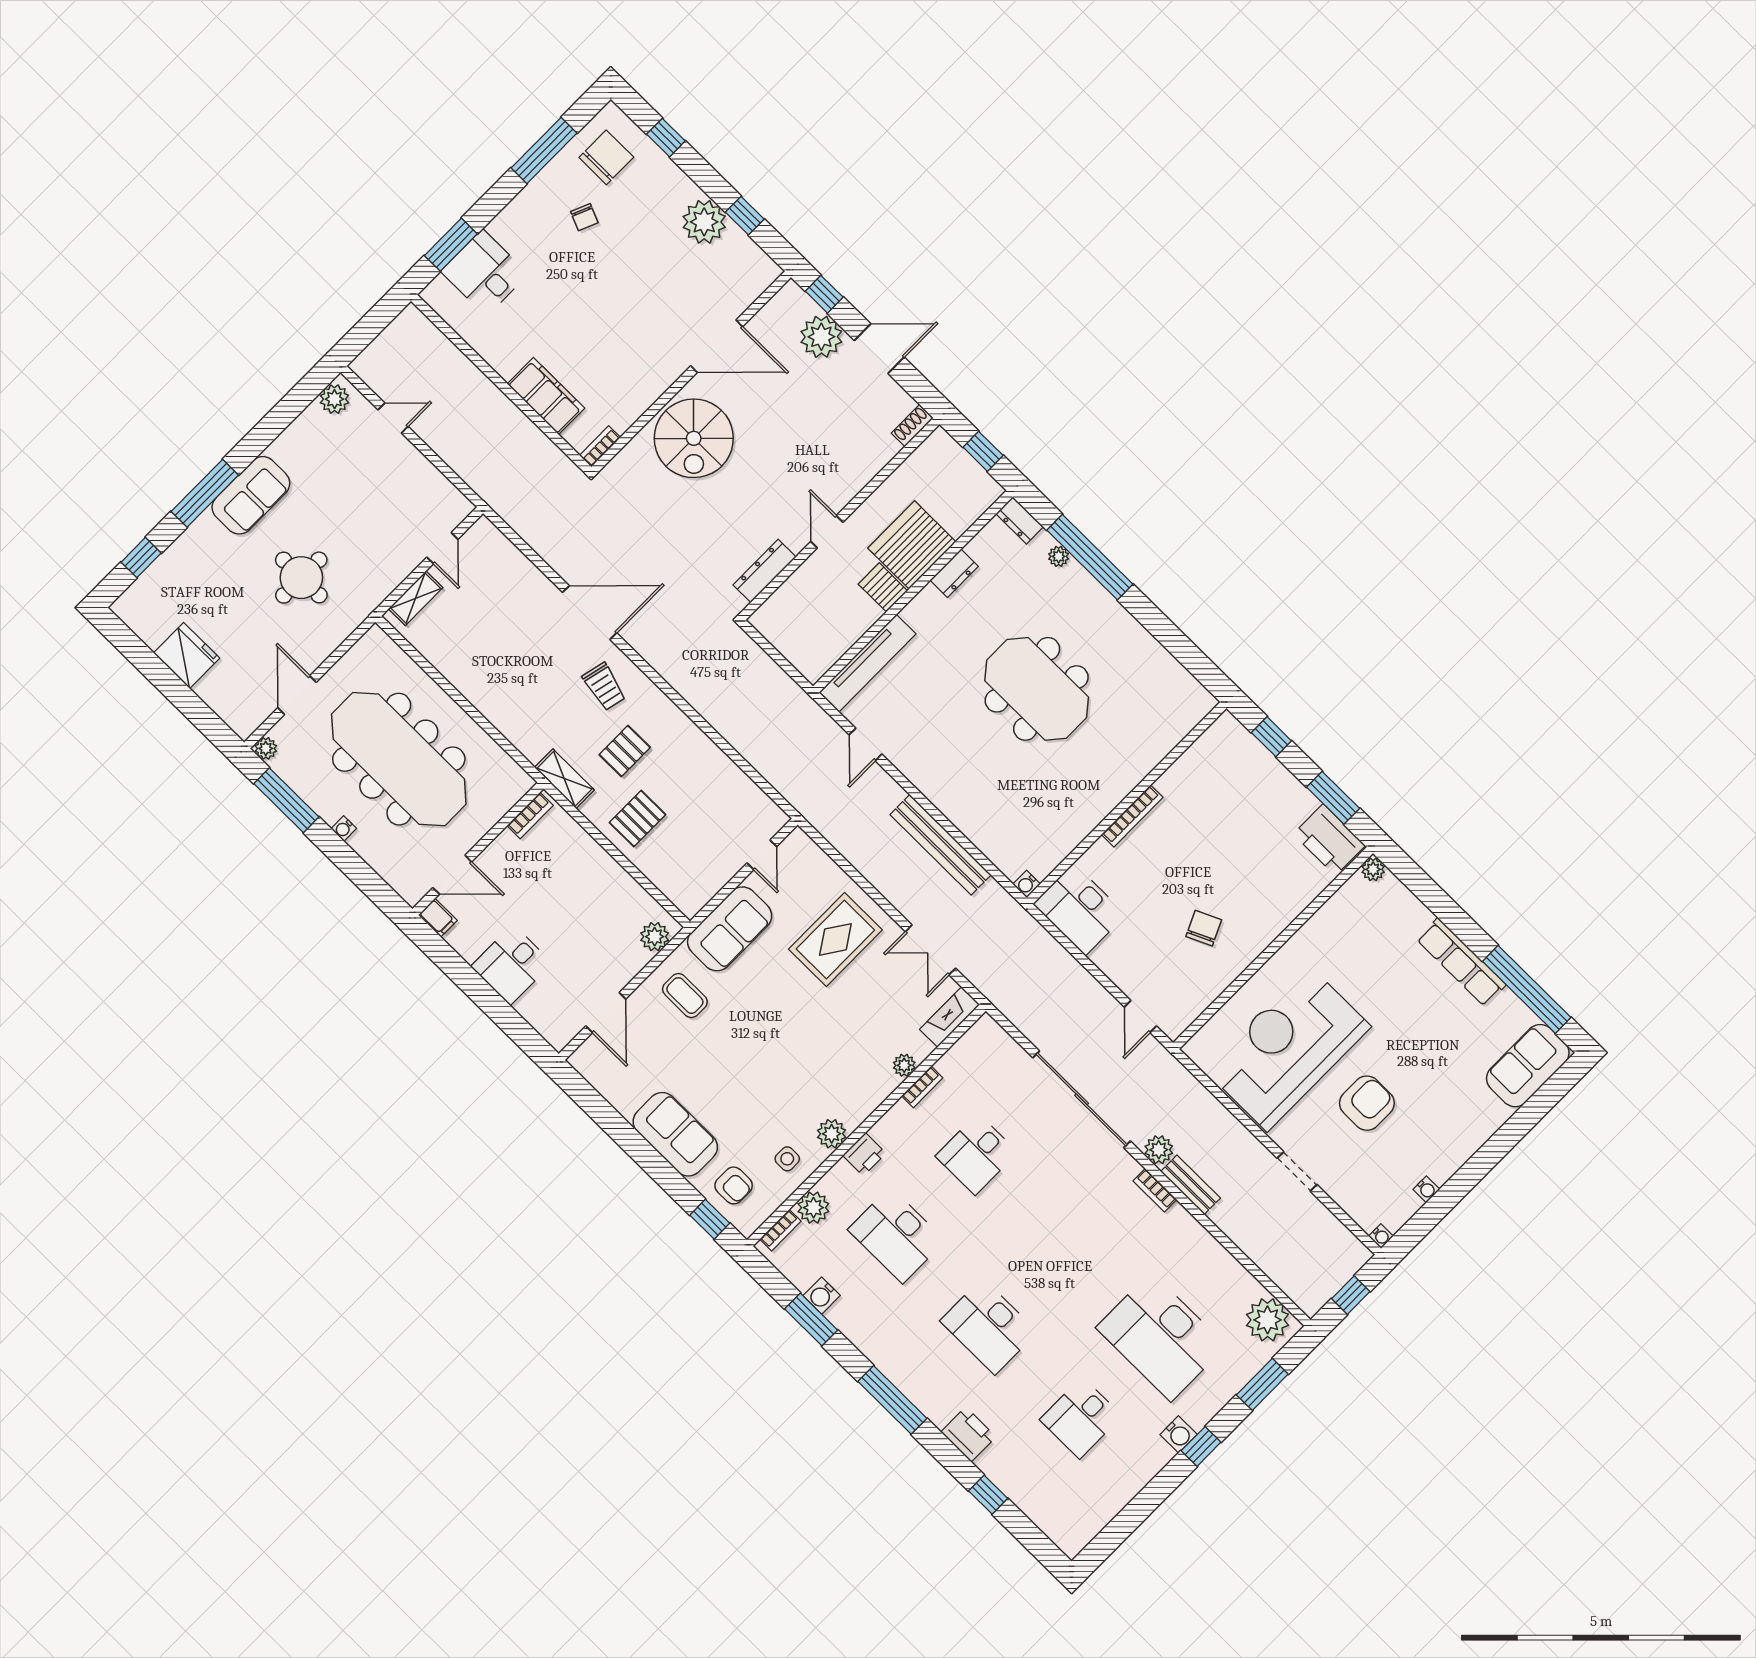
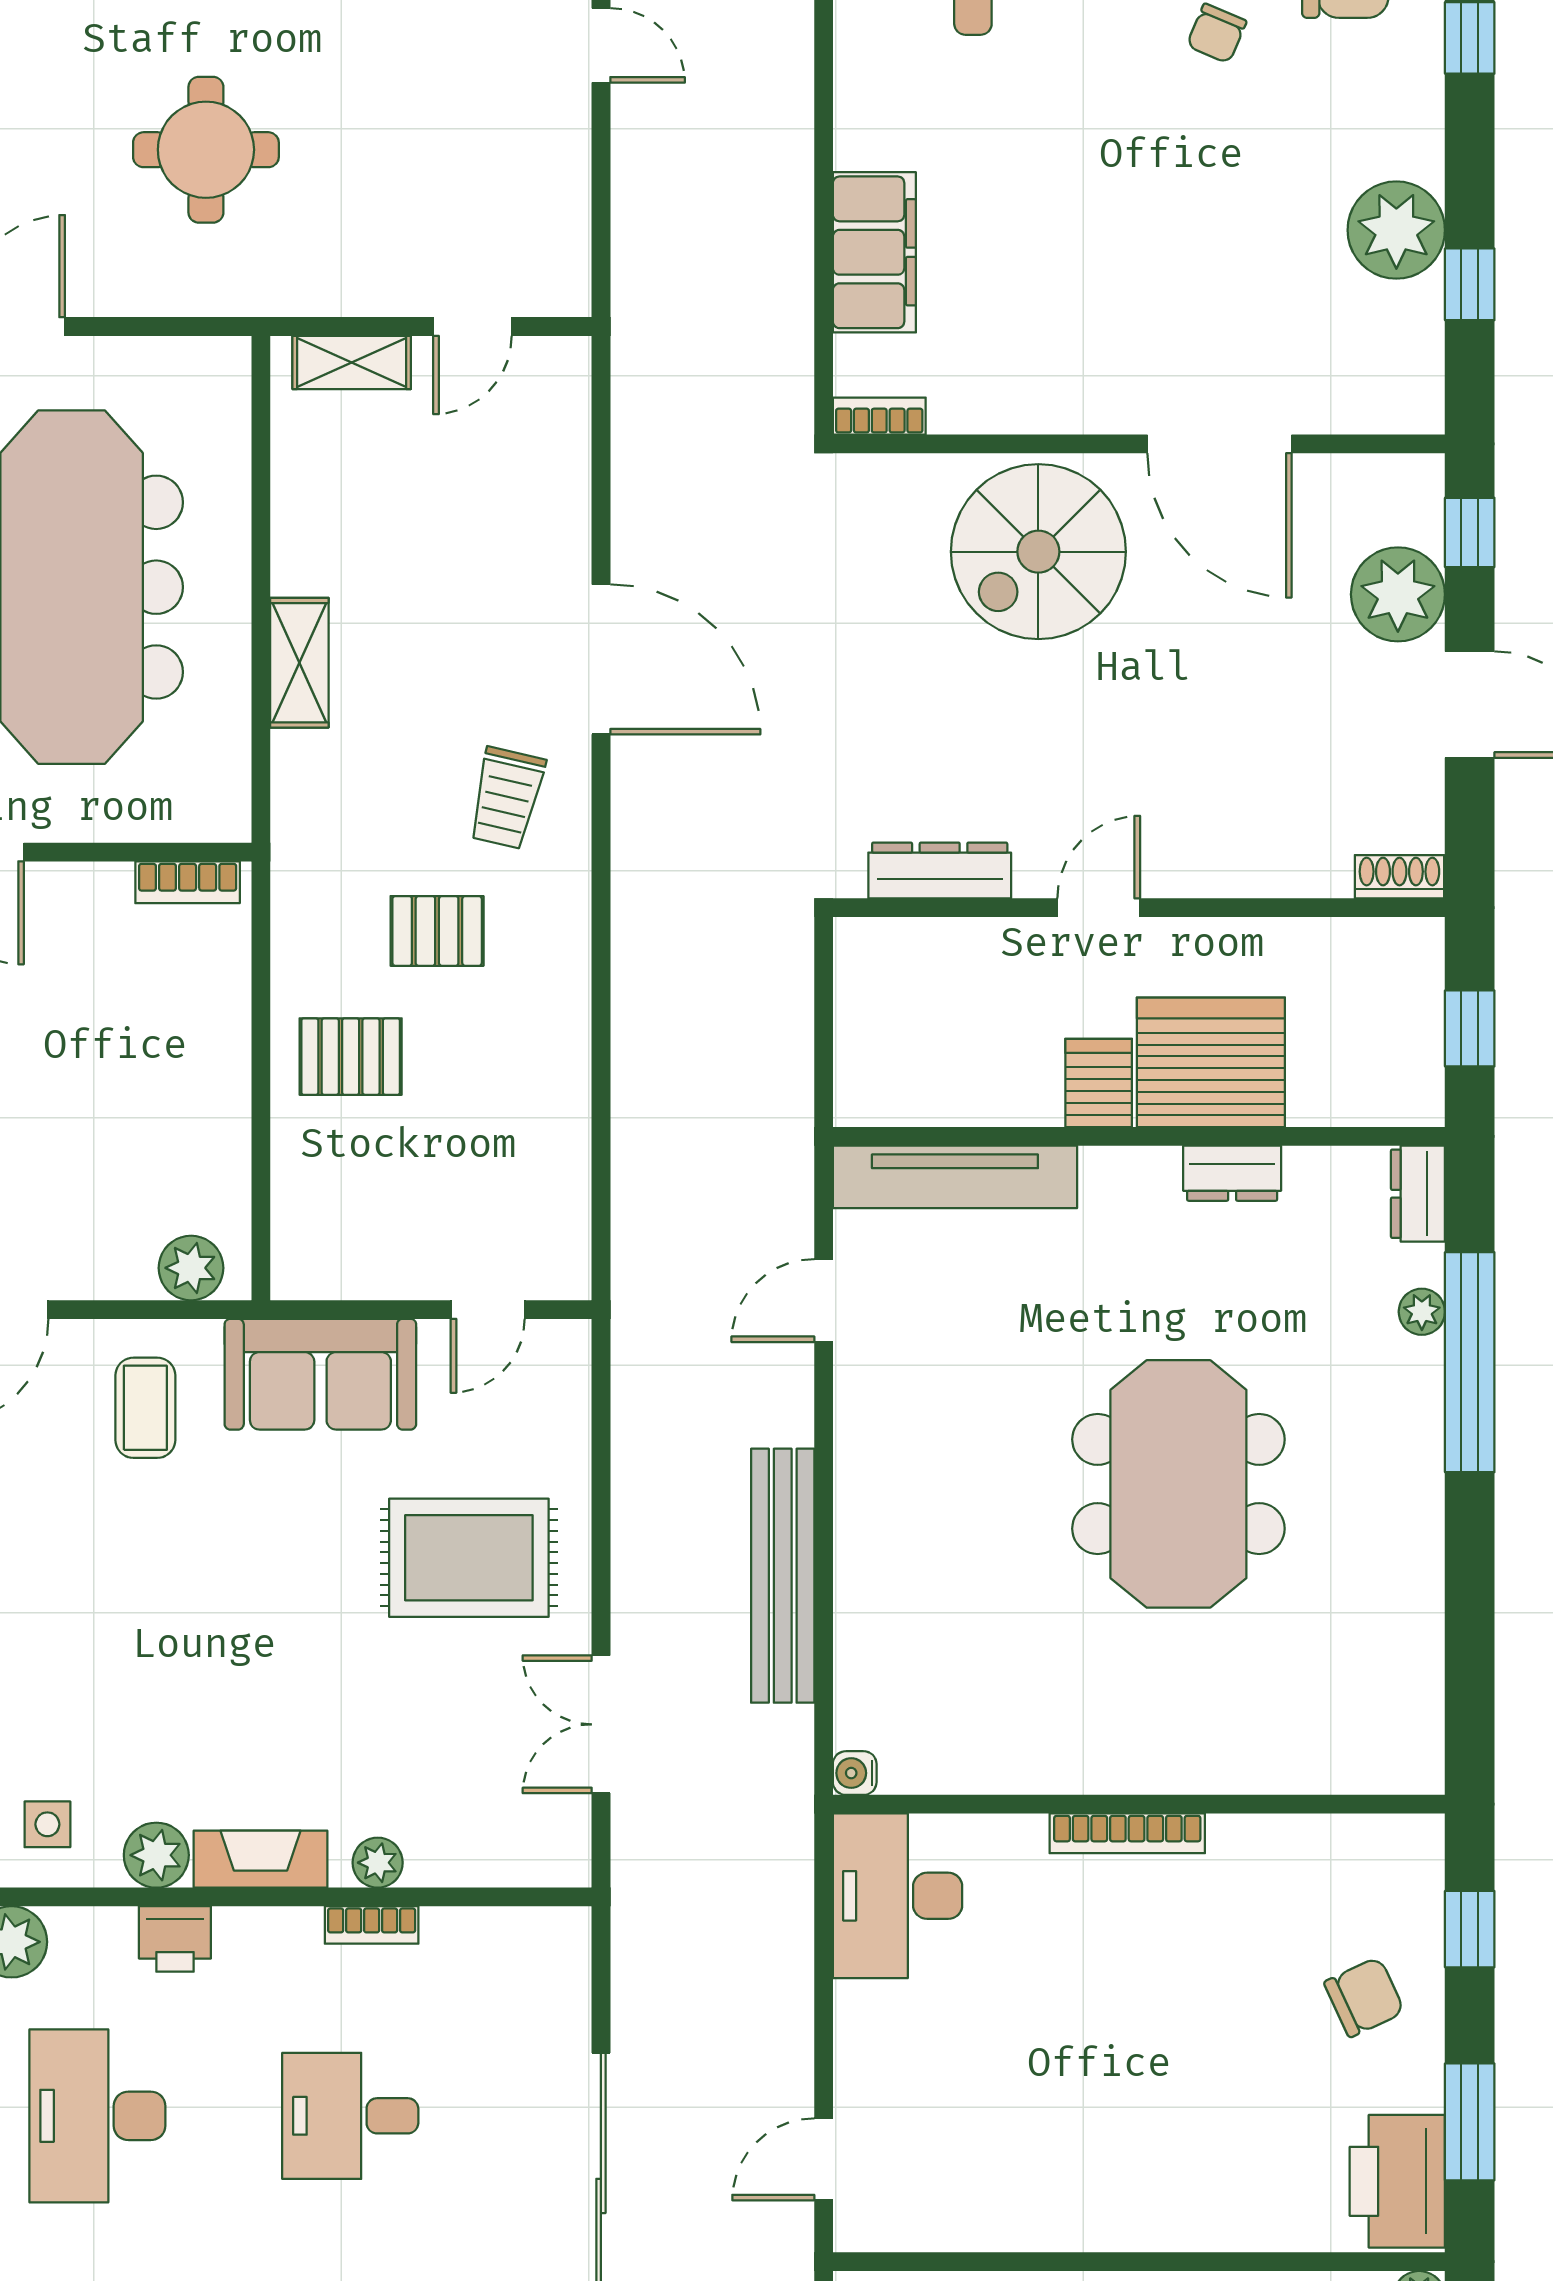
shelving: (564, 779) -> (299, 663), moved
chair: (1204, 928) -> (1364, 1997), moved
fireplace: (950, 1017) -> (261, 1859), moved

